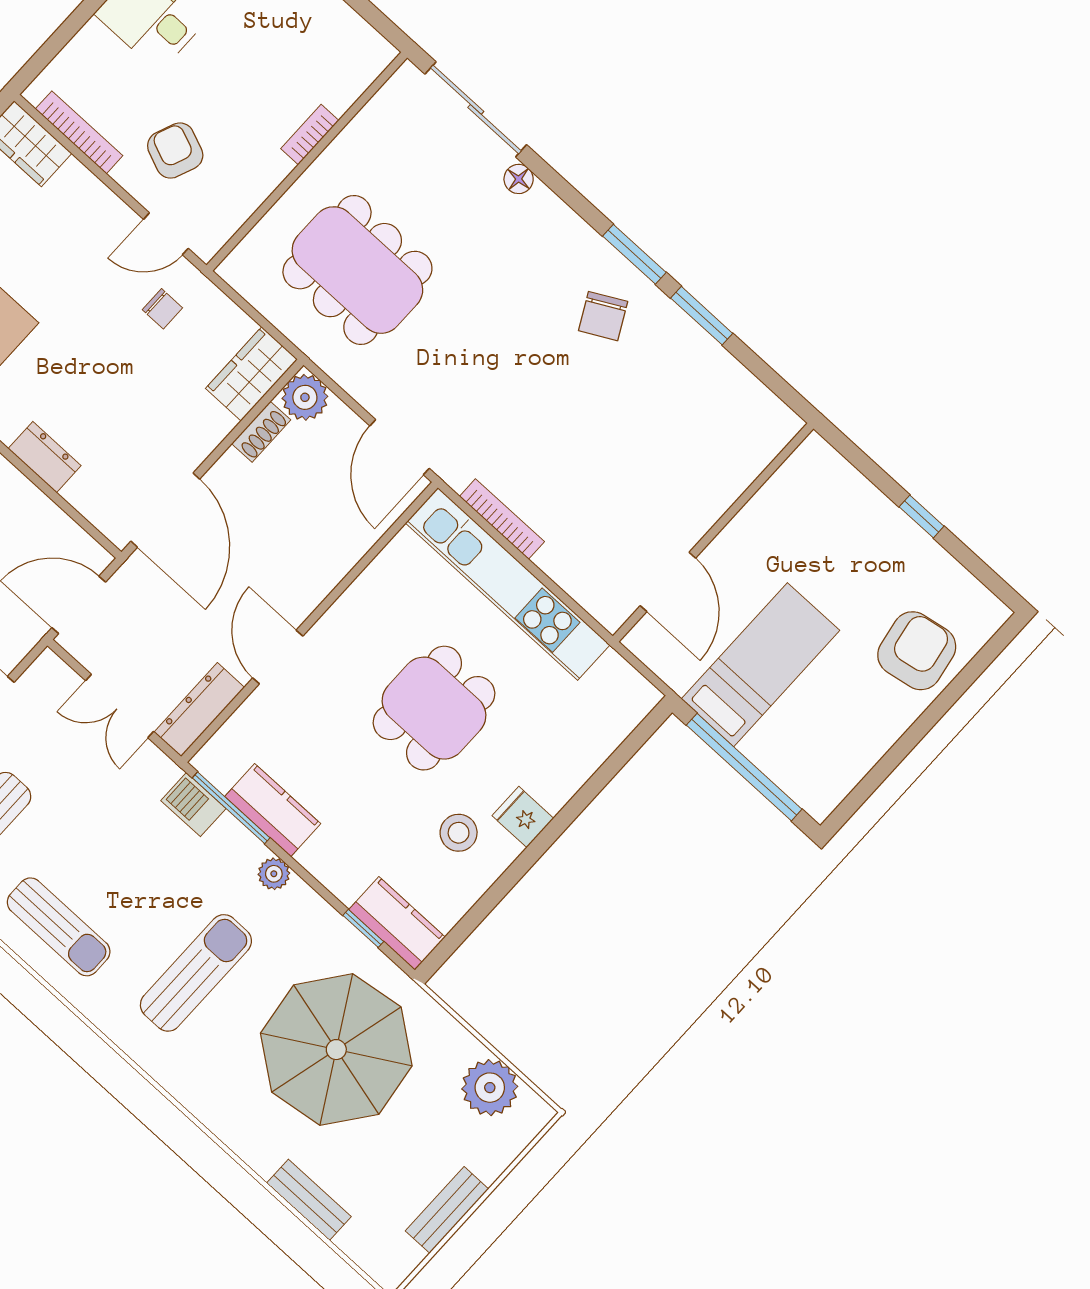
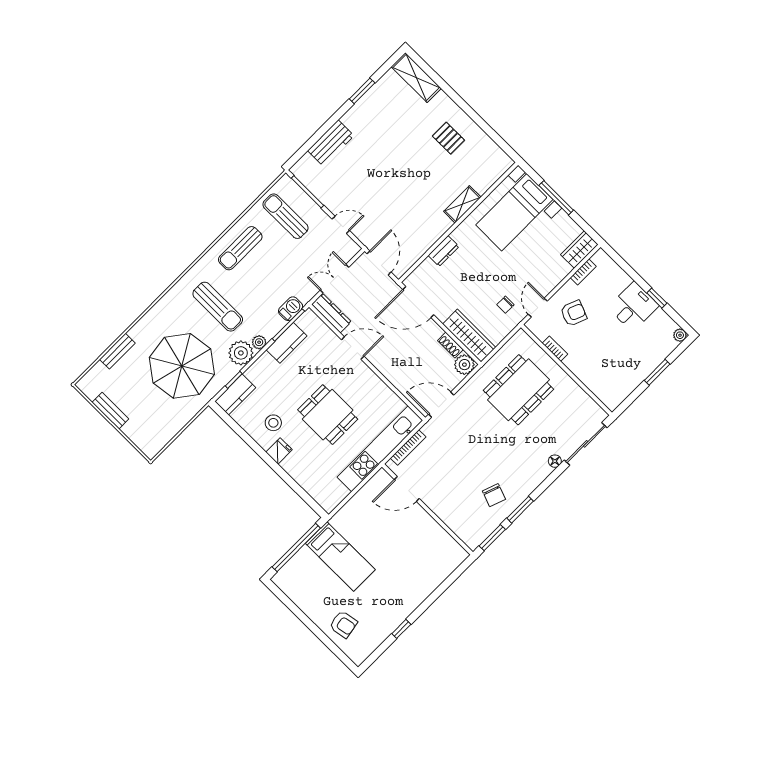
bookcase: (79, 132) -> (583, 272), width x0.64
bookcase: (310, 134) -> (555, 349), moved
chair: (603, 316) -> (494, 495), turned -132
wardrobe: (251, 374) -> (469, 336), width x1.50
wall: (713, 532) -> (427, 509), moved
door: (668, 582) -> (407, 489), moved
armchair: (917, 651) -> (343, 624), width x0.72, depth x0.72
plant: (490, 1088) -> (241, 353), moved

